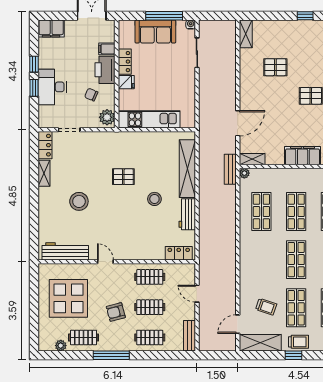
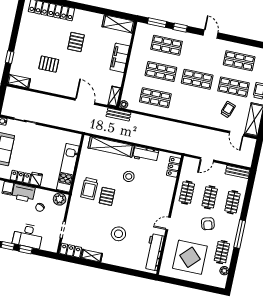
window: (305, 16) -> (10, 57), moved
pallet: (275, 67) -> (49, 64), turned 90
trolley: (128, 152) -> (89, 189), added

